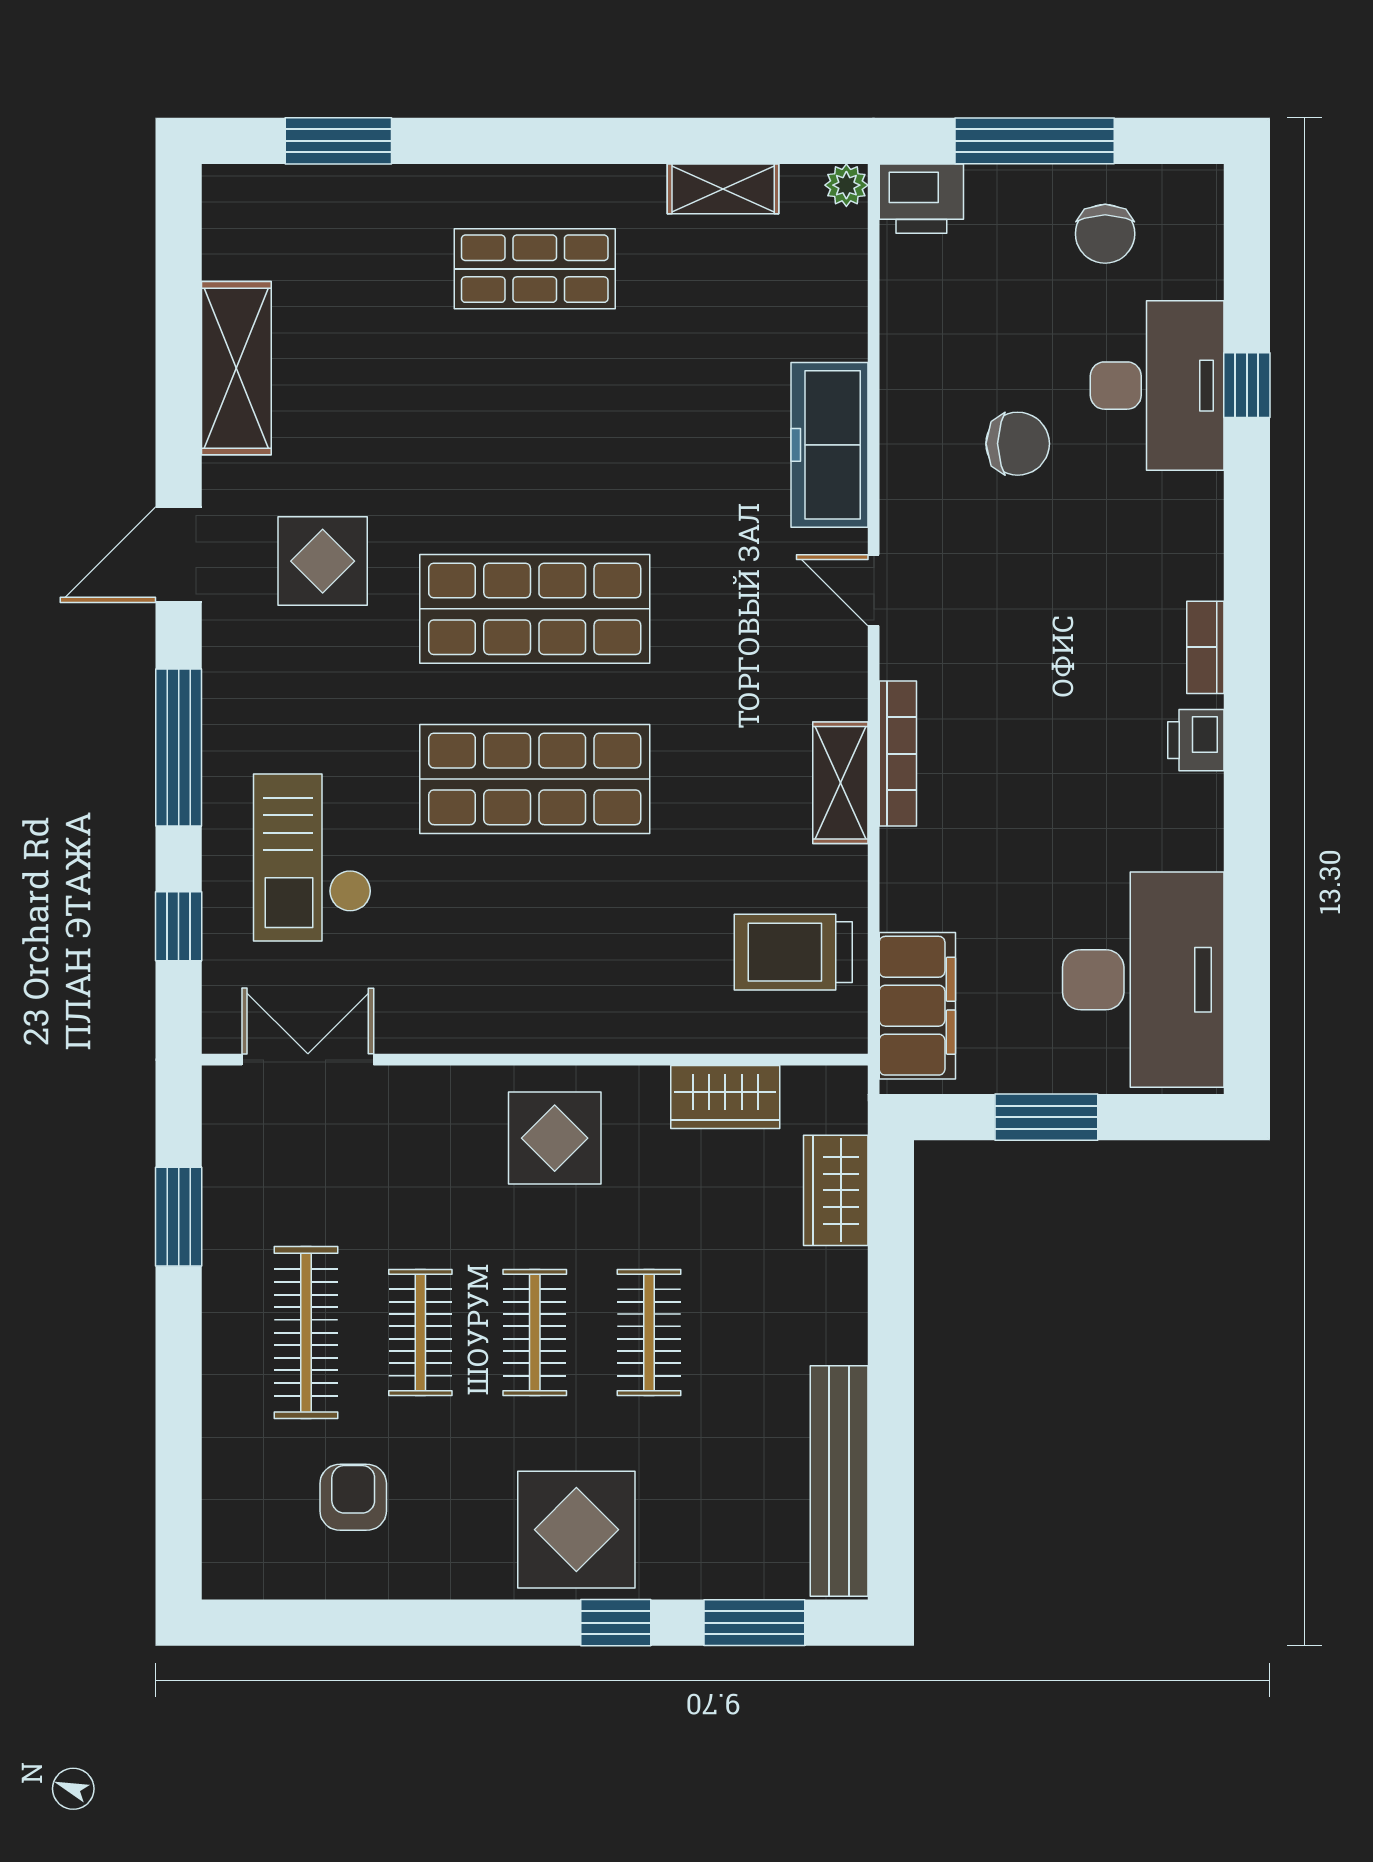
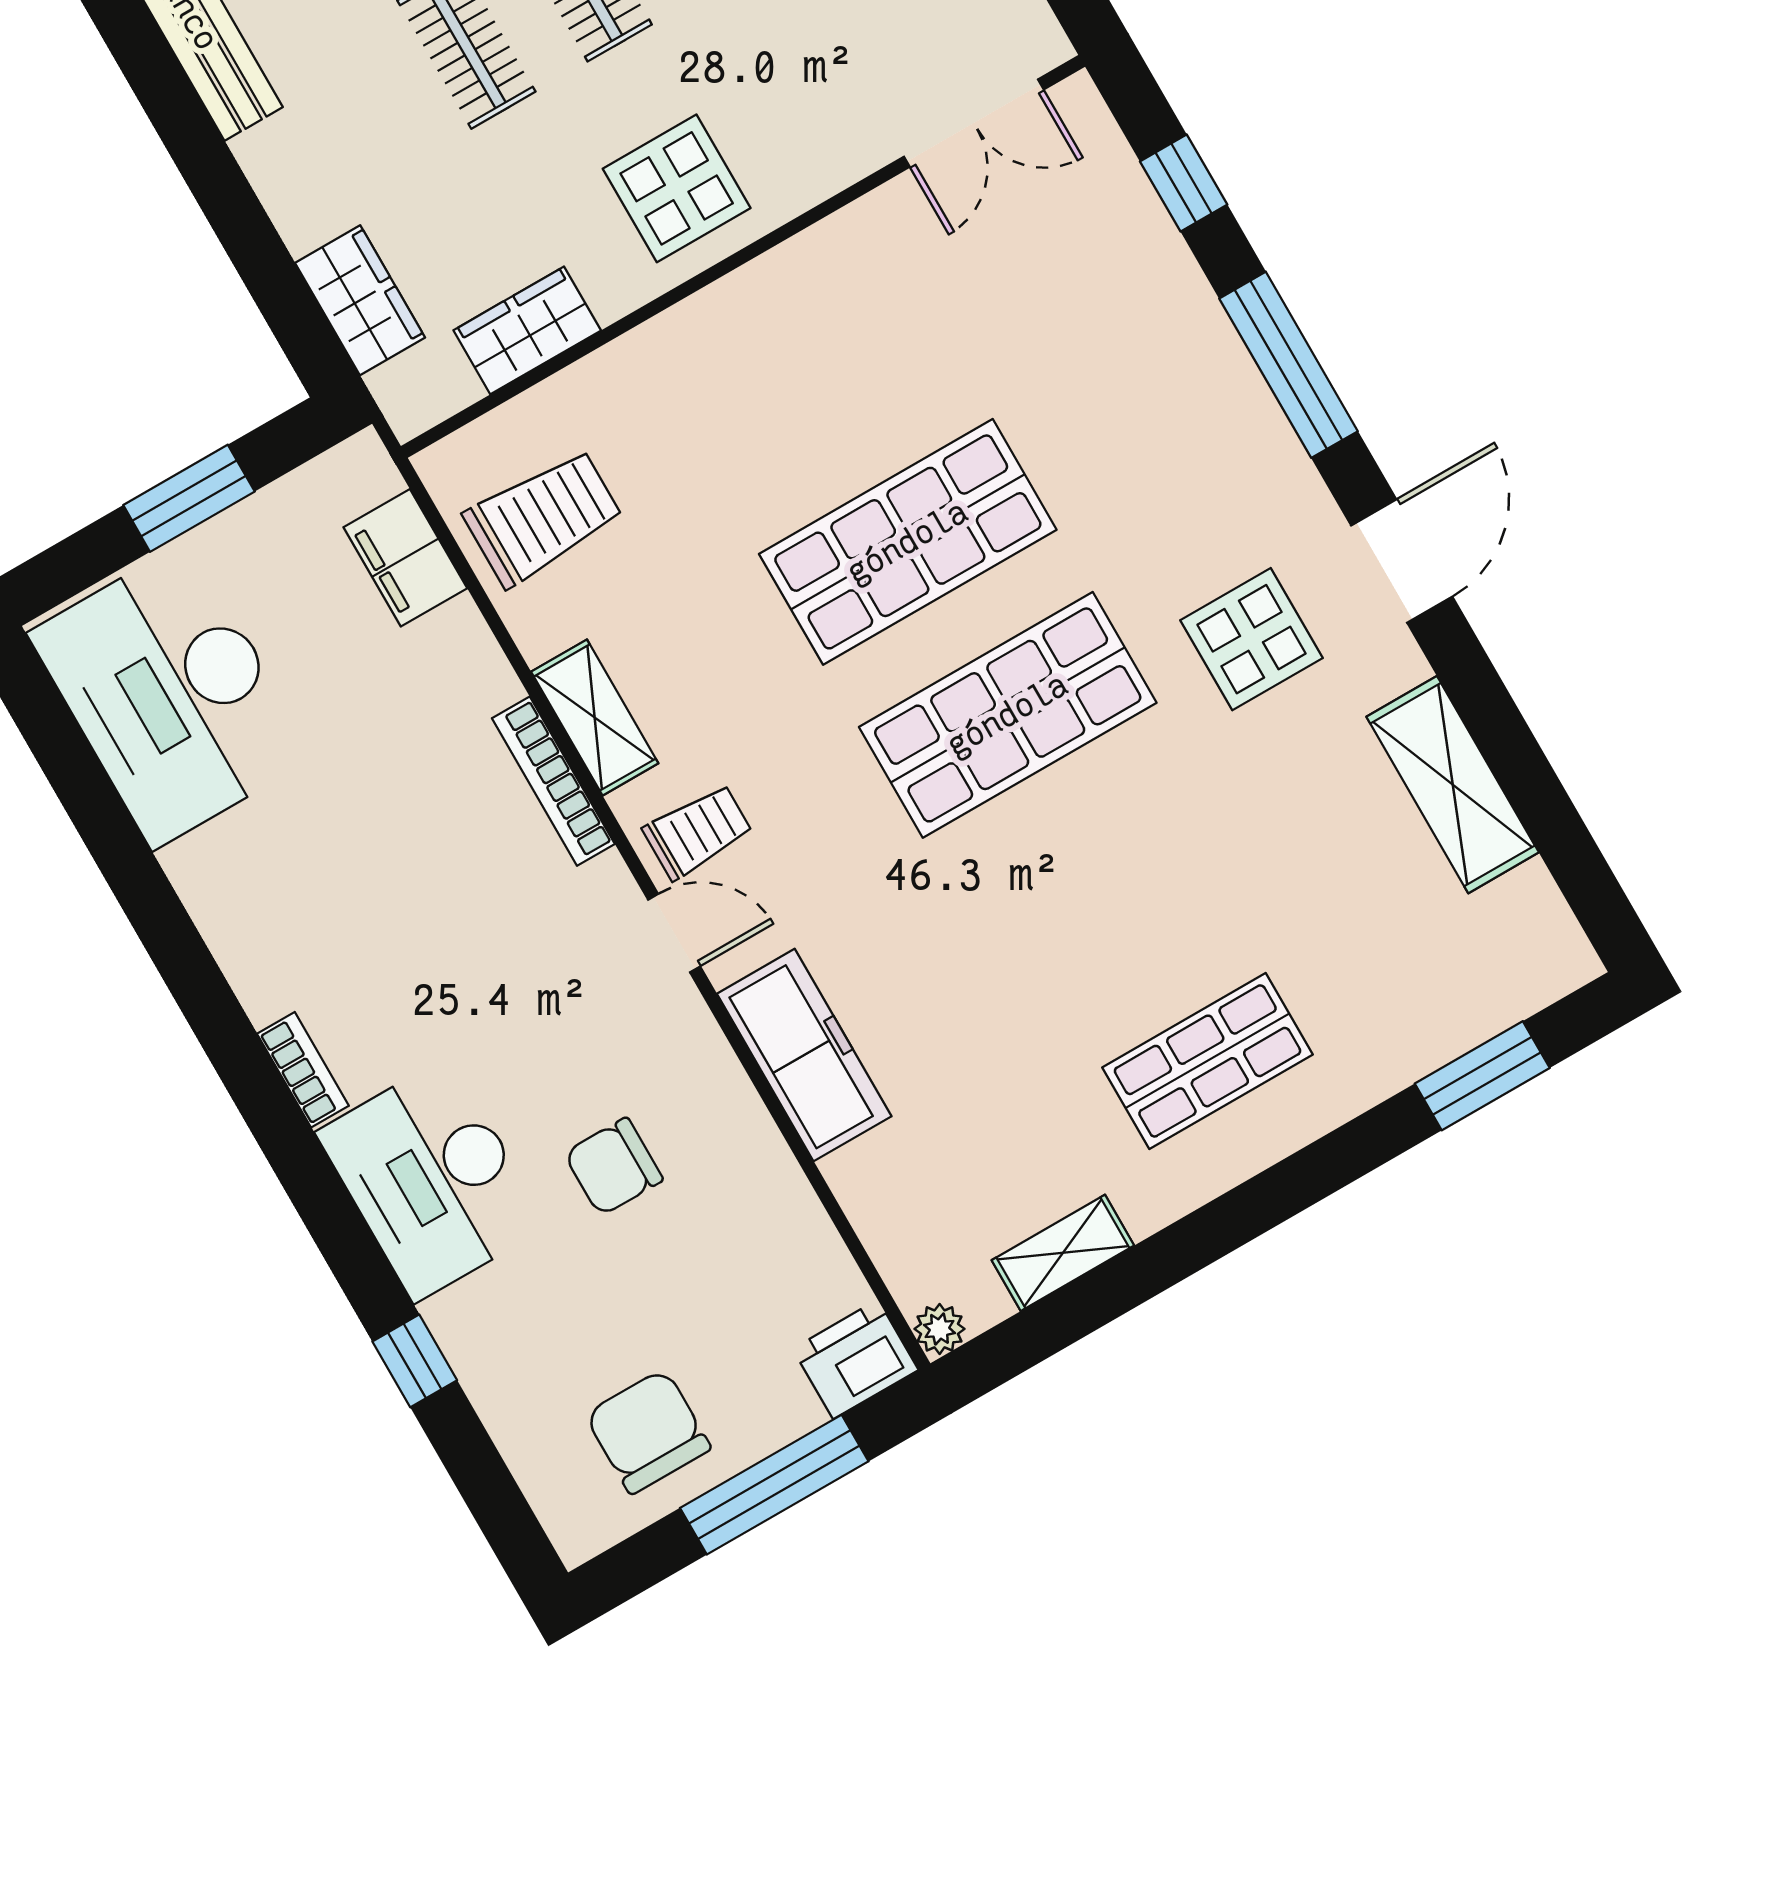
chair: (1105, 234) -> (648, 1431), width x1.37, depth x1.37
desk: (1157, 386) -> (432, 1179), moved
trolley: (813, 655) -> (698, 832), added
printer: (1196, 740) -> (258, 970), removed
checkout: (313, 857) -> (1088, 332), removed
filing cabinet: (917, 1006) -> (405, 558), width x0.67, depth x0.86

